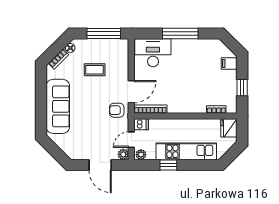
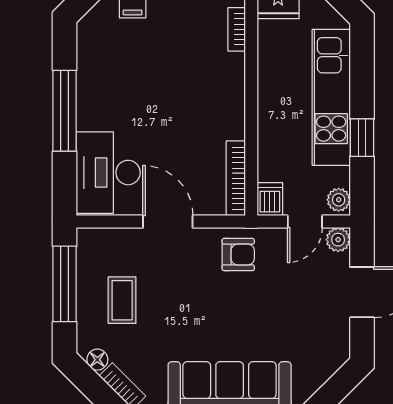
coffee table: (95, 70) -> (122, 300), moved
door: (131, 92) -> (168, 222), moved
armchair: (117, 110) -> (238, 255), turned -90
door: (131, 140) -> (305, 222), hinge flipped

